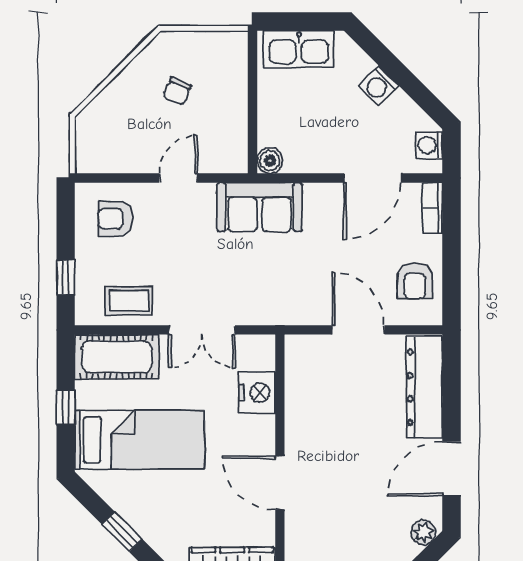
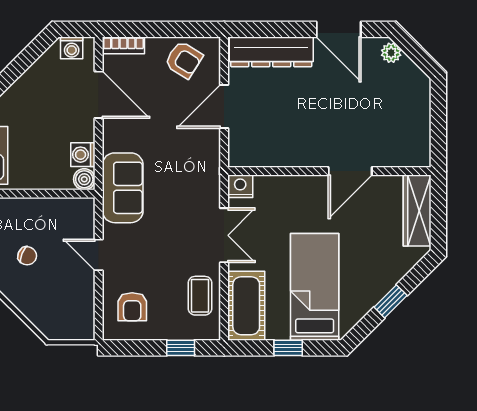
washing machine: (378, 86) -> (83, 155), moved, turned 135
armchair: (415, 281) -> (184, 60), turned 32
nightstand: (257, 393) -> (240, 186), moved, width x0.74, depth x0.75

